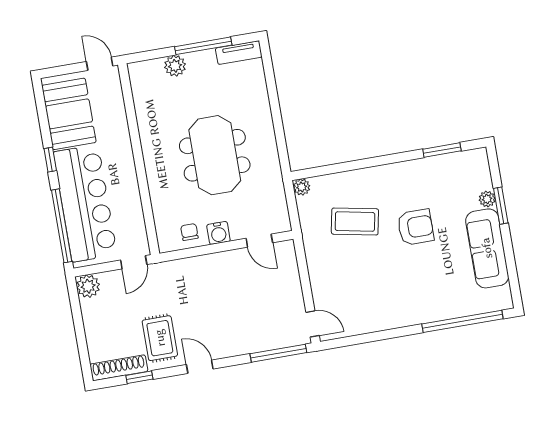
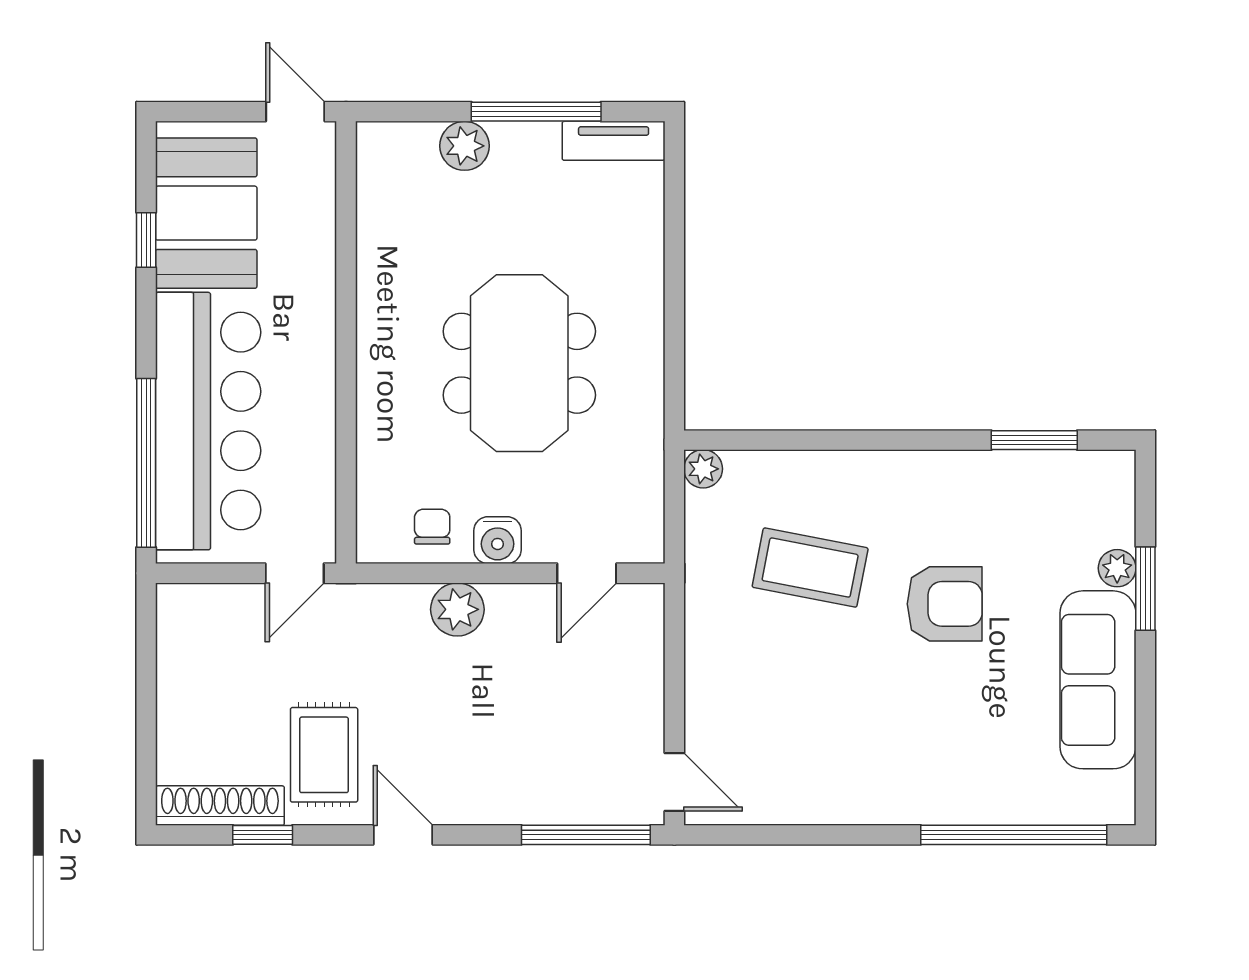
window: (50, 160) -> (146, 240), moved
door: (259, 241) -> (587, 573), hinge flipped
plant: (88, 286) -> (457, 609), moved

